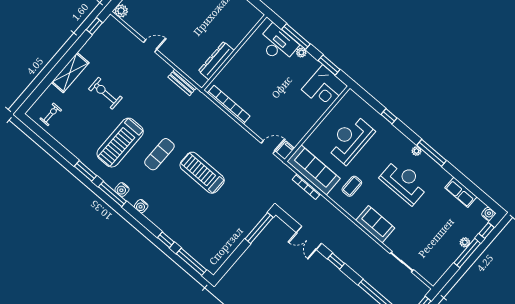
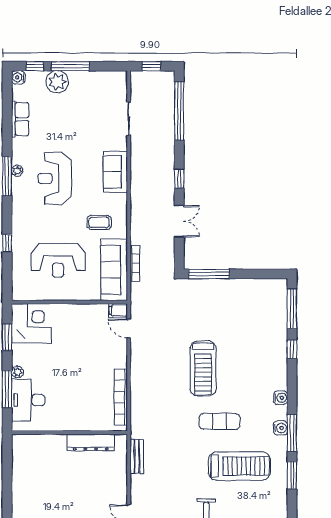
plant: (416, 151) -> (17, 171), moved
plant: (465, 242) -> (57, 82), width x1.88, depth x1.88

